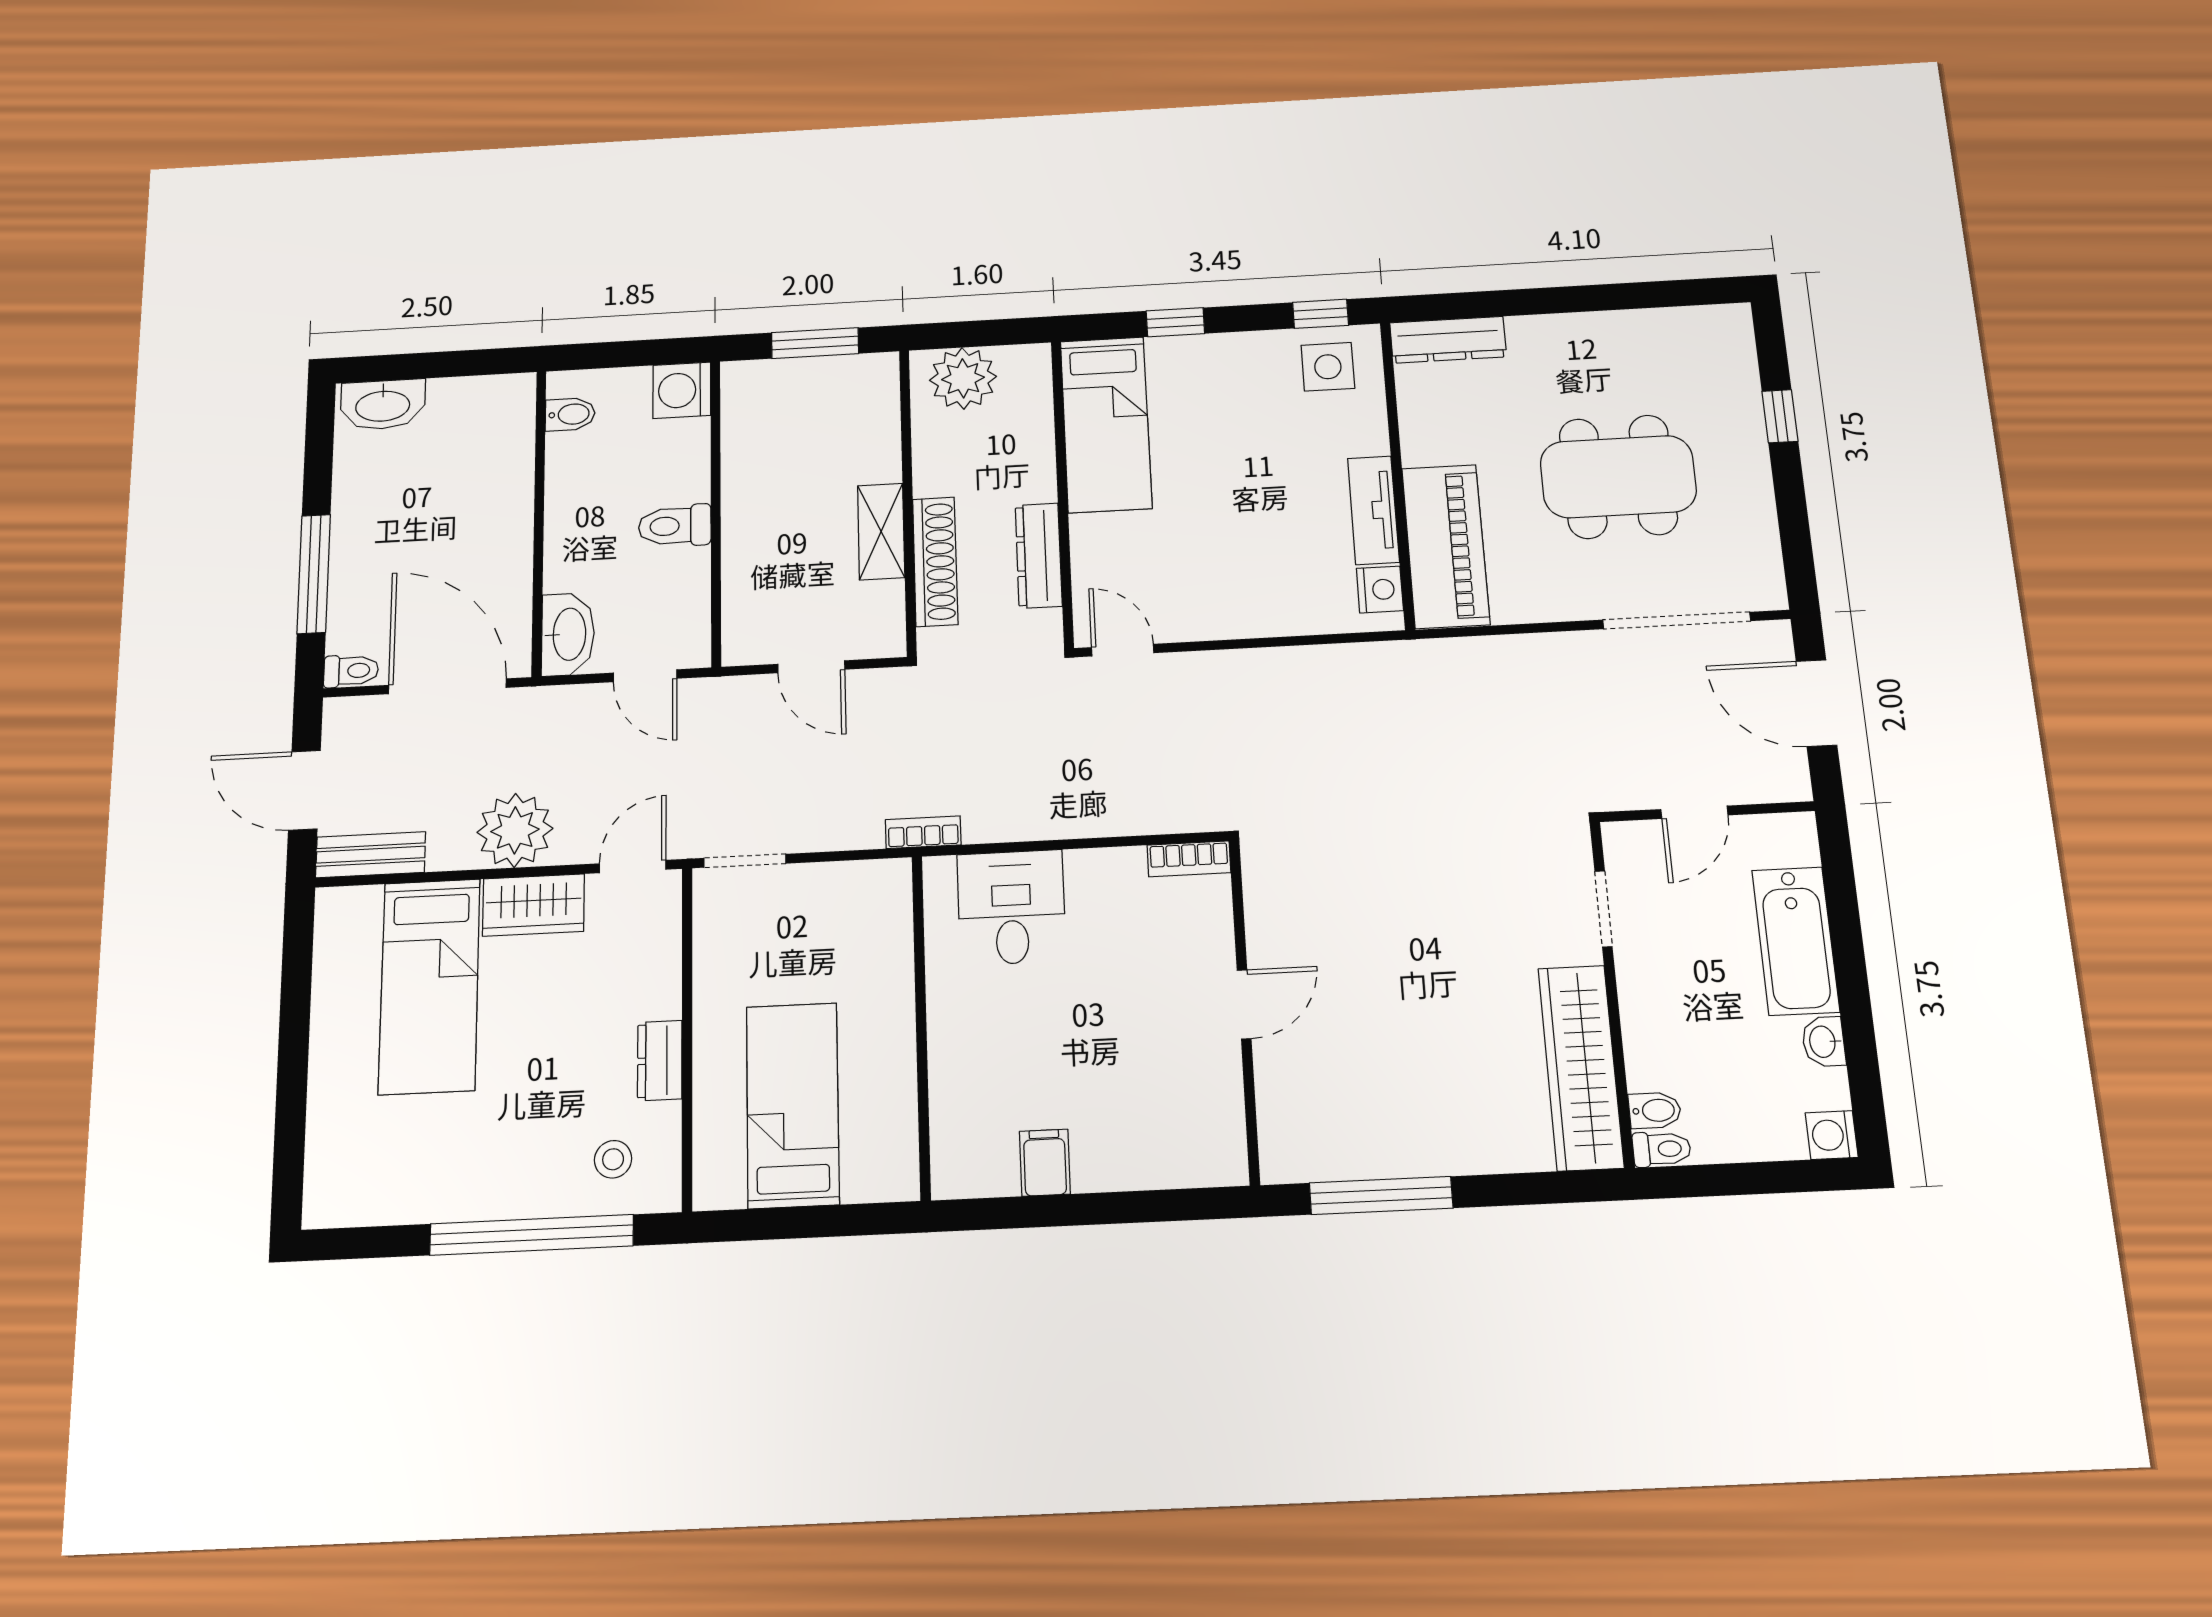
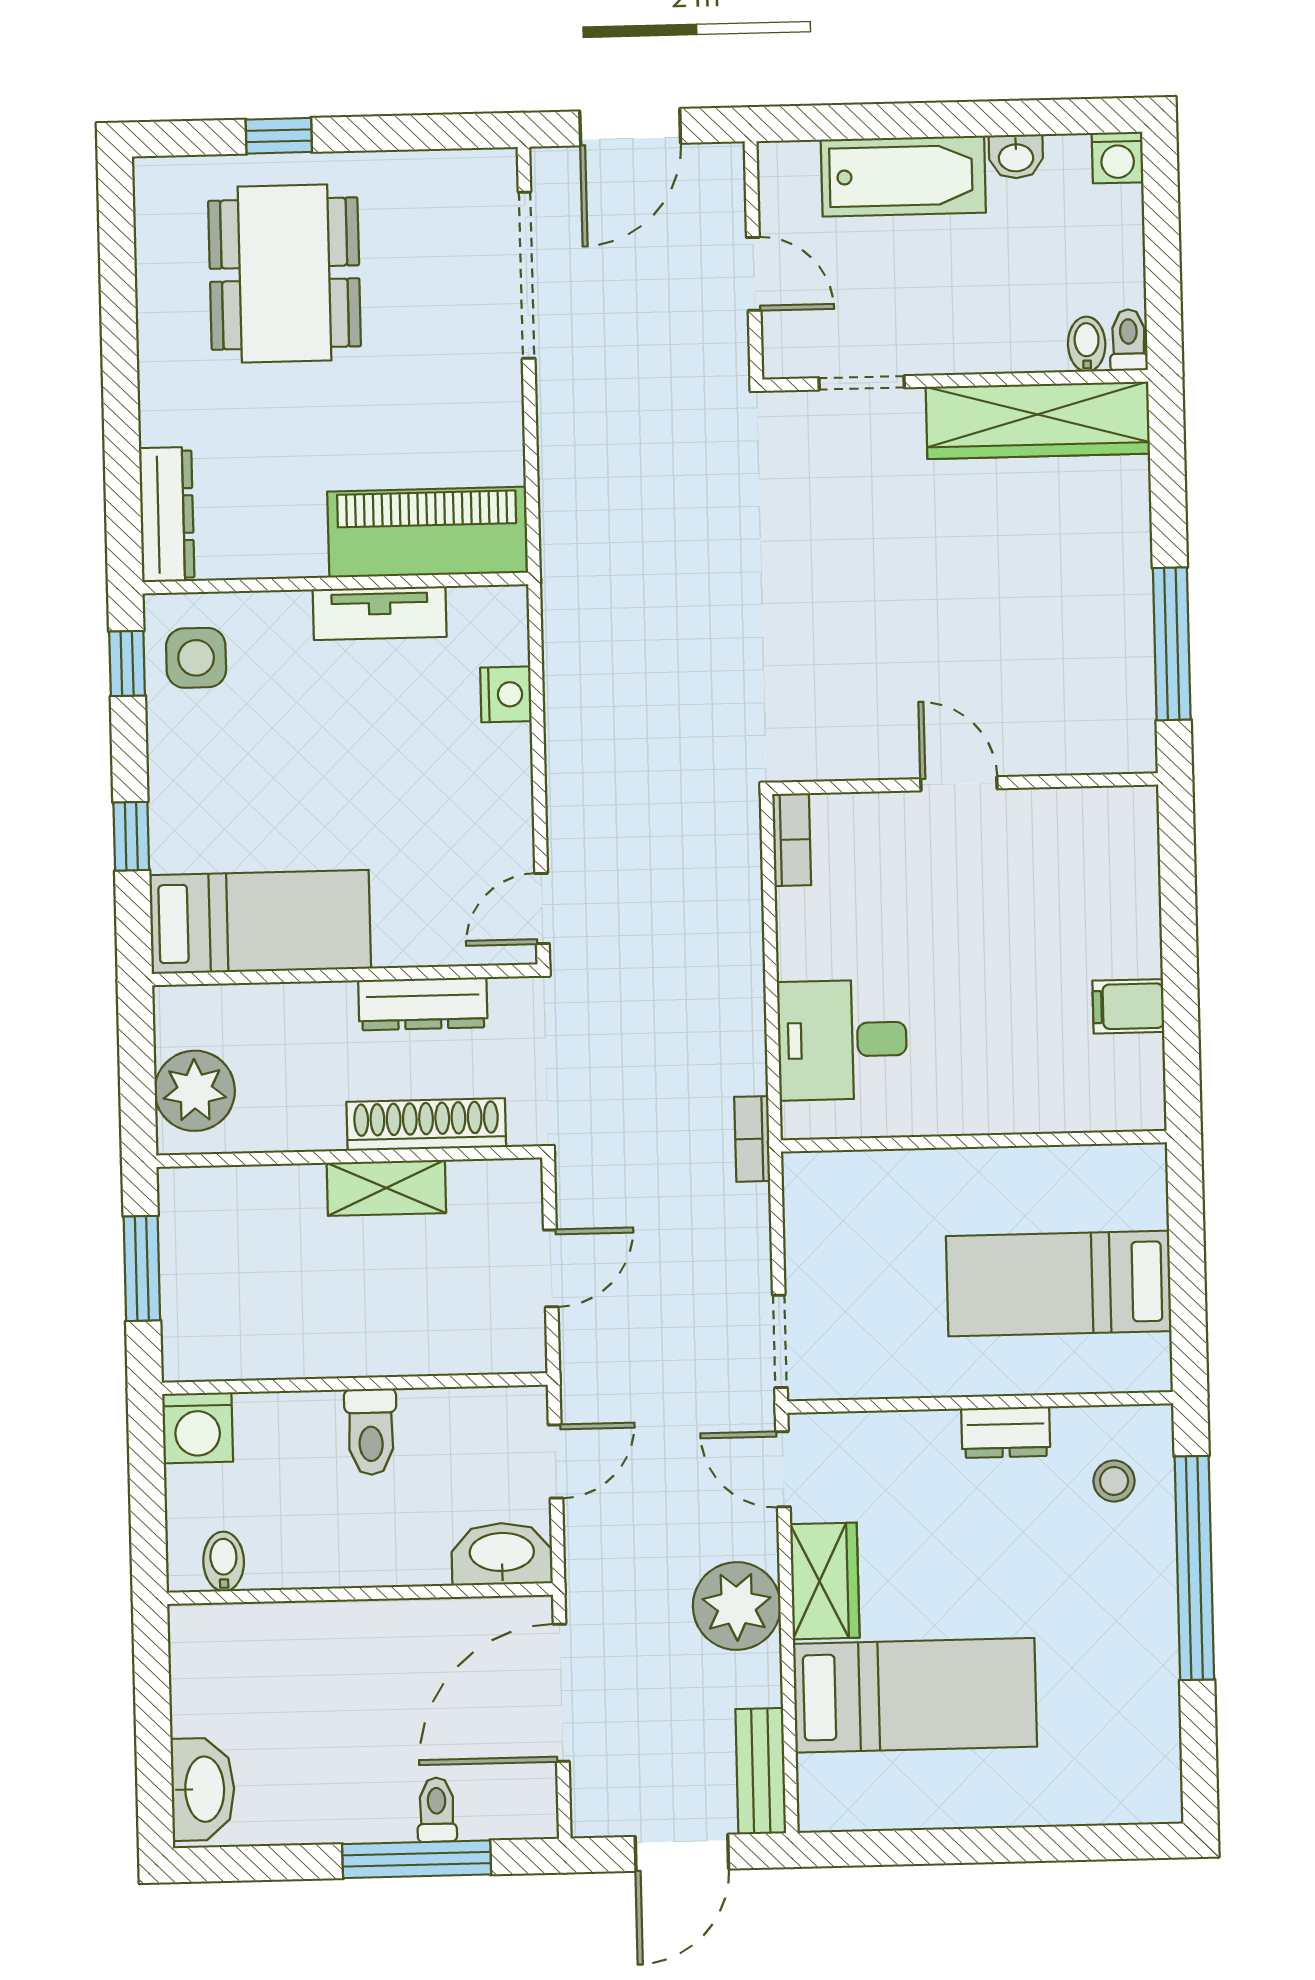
dining table: (1618, 477) -> (285, 274), moved
nightstand: (1380, 590) -> (506, 694), moved, turned 90
toilet: (351, 671) -> (437, 1810), moved

